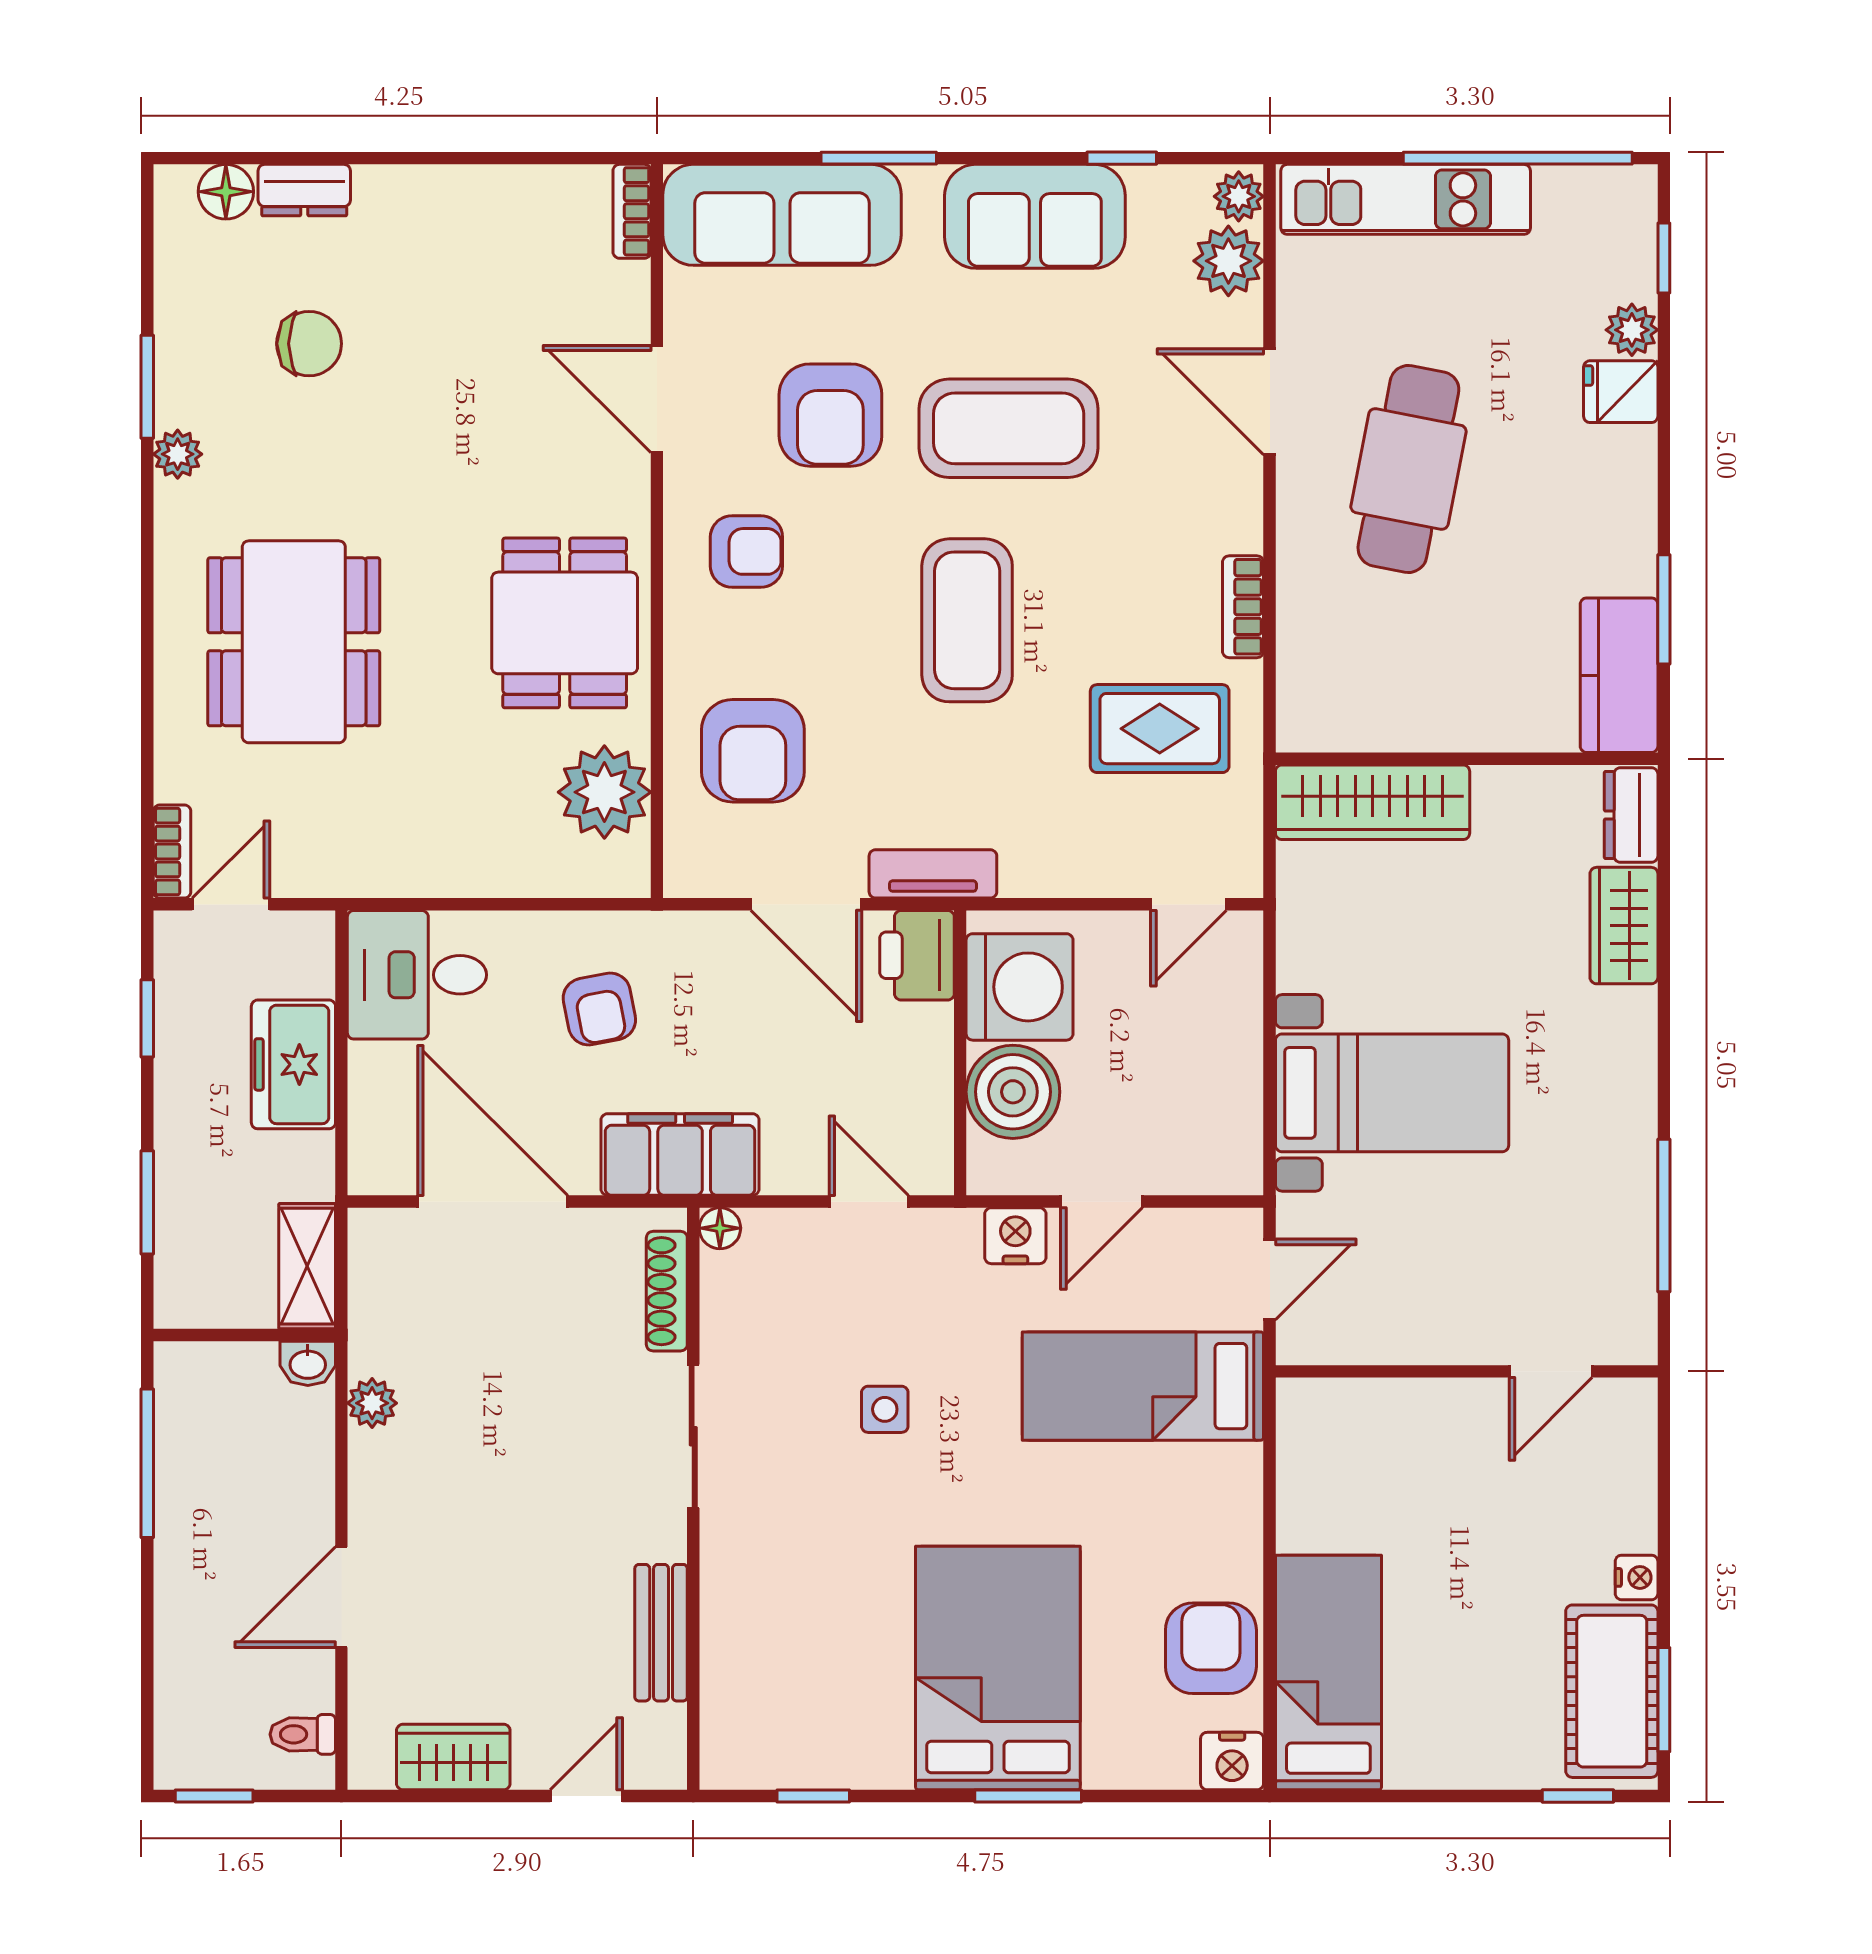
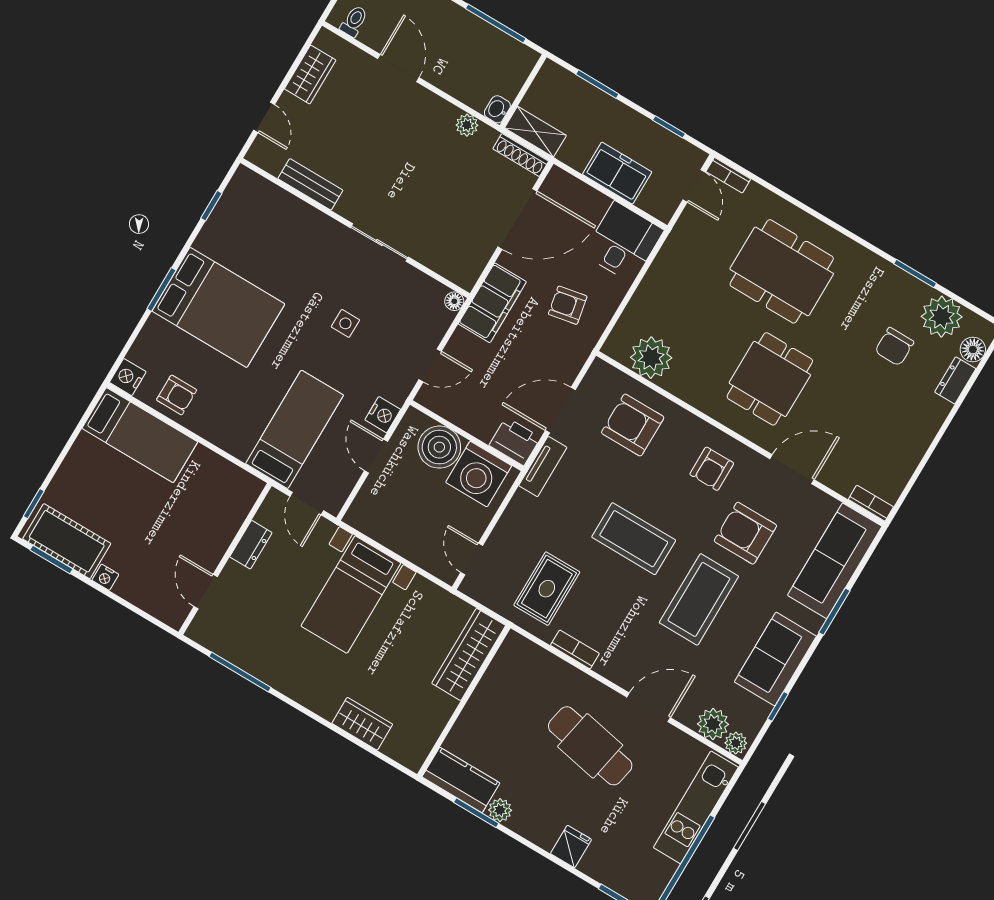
plant: (1632, 330) -> (500, 810), moved
plant: (178, 454) -> (942, 317), moved, width x1.87, depth x1.87
dining table: (565, 623) -> (770, 379), moved, turned 90
dresser: (1631, 815) -> (251, 545), moved, turned 90
shoe rack: (667, 1291) -> (521, 155), moved, turned 180
armchair: (1211, 1648) -> (177, 395), width x0.72, depth x0.72

